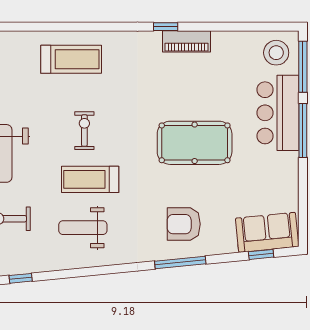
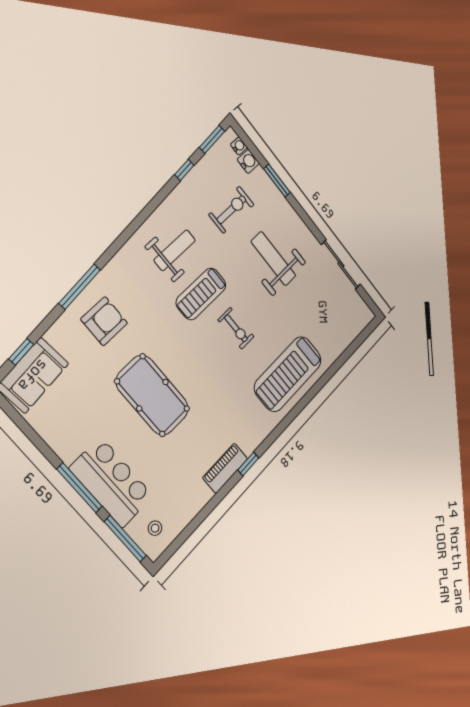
stool: (276, 53) -> (155, 528), width x0.53, depth x0.53
treadmill: (71, 59) -> (288, 374), width x1.37, depth x1.37
pool table: (195, 143) -> (152, 395), turned 90
treadmill: (90, 179) -> (201, 294), turned 180

